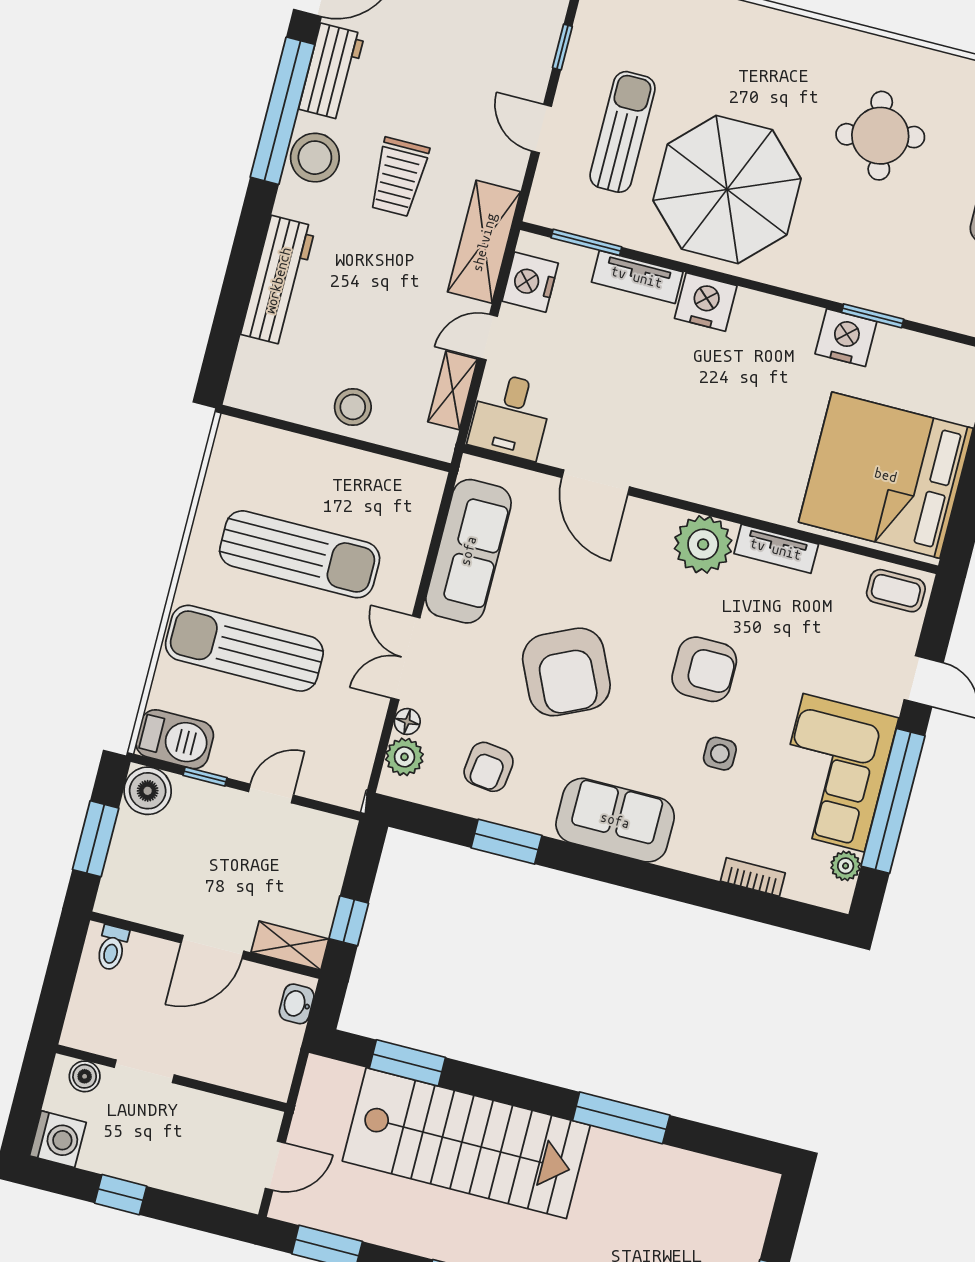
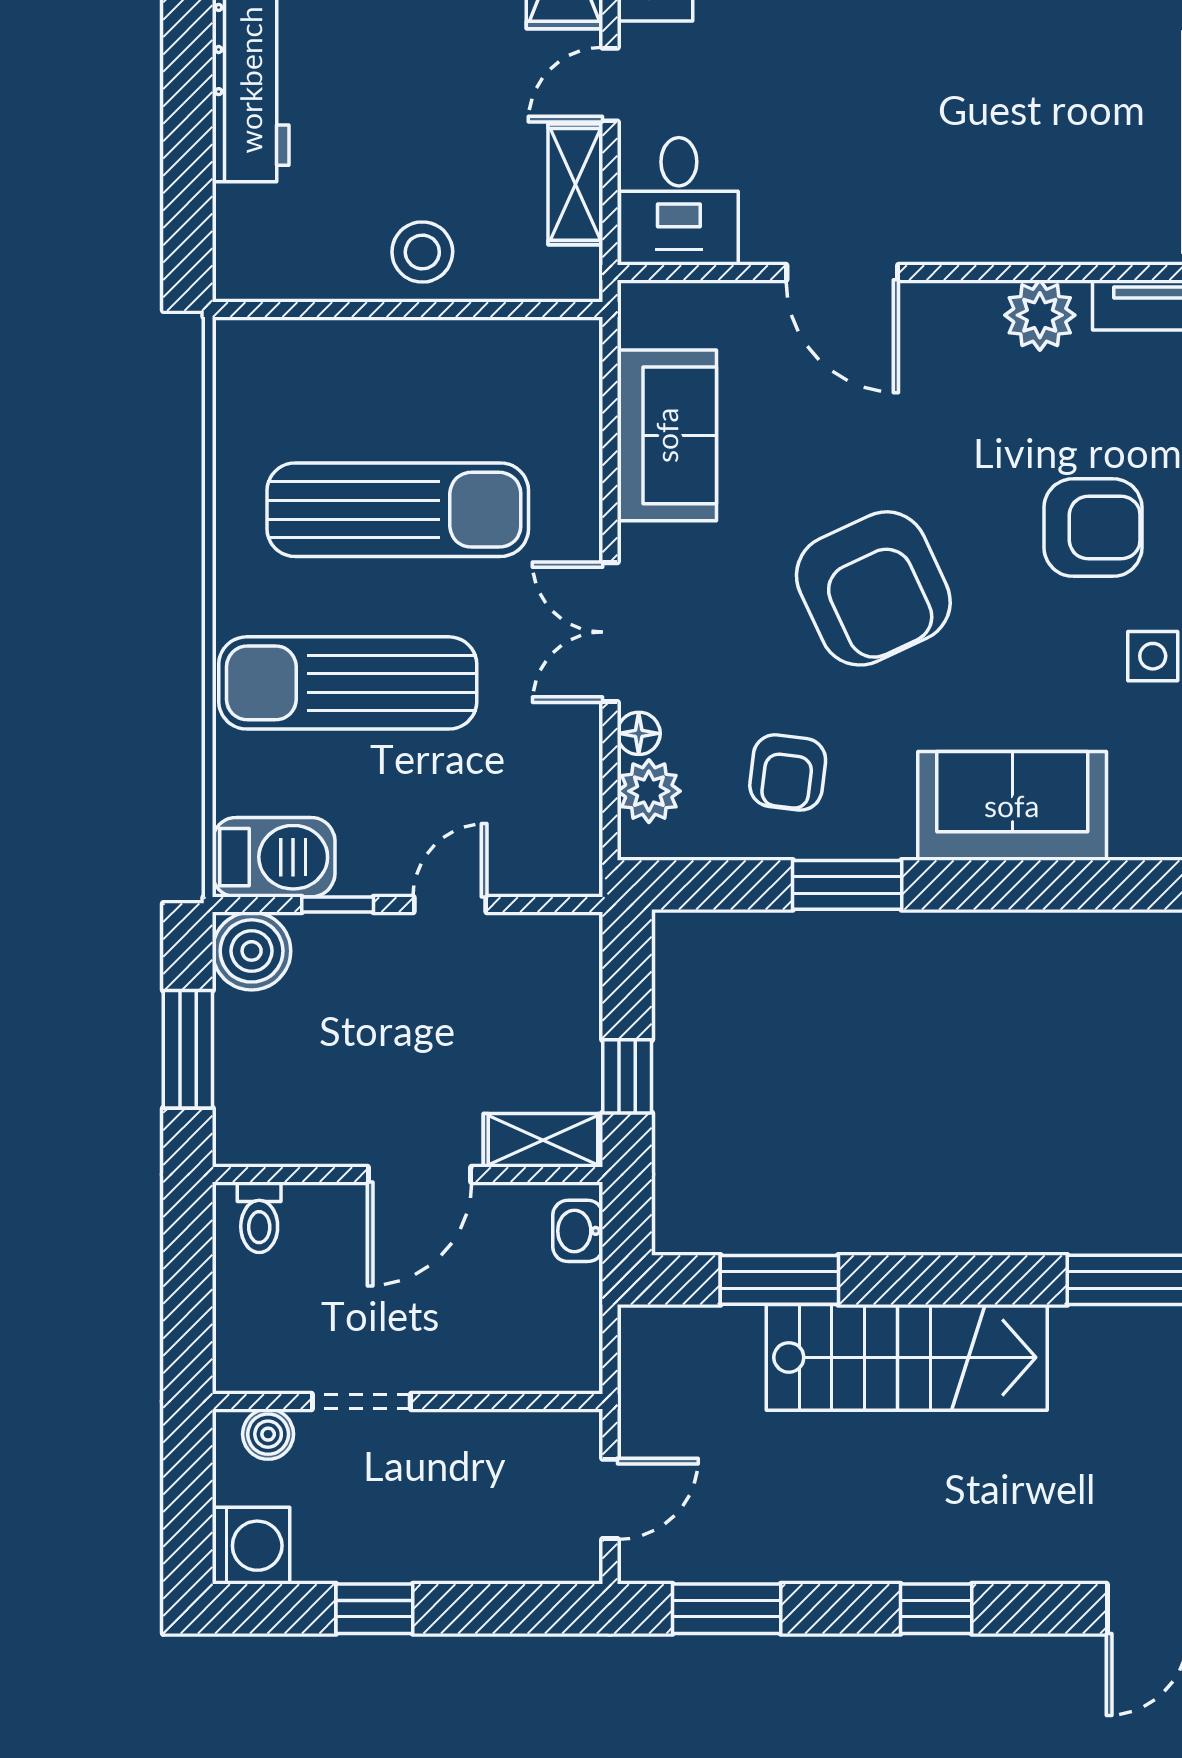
plant: (703, 544) -> (1040, 315), width x0.73, depth x0.73
sofa: (468, 551) -> (667, 435), width x0.73
stairs: (466, 1143) -> (907, 1357), width x0.73, depth x0.66

